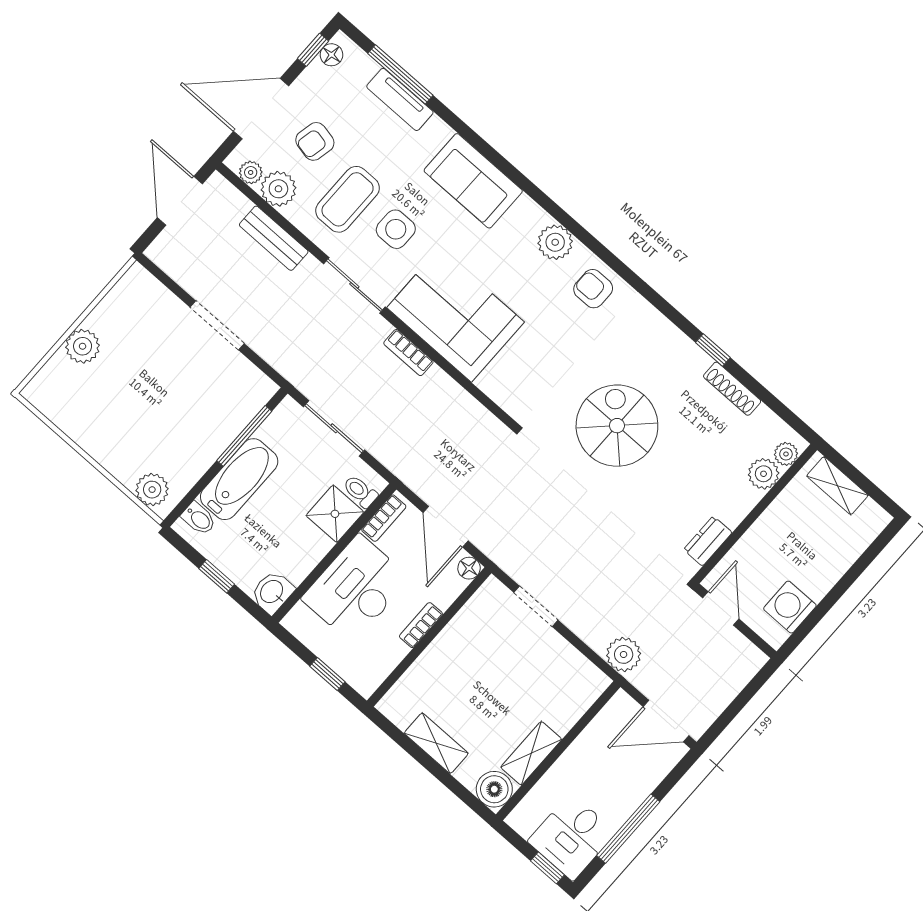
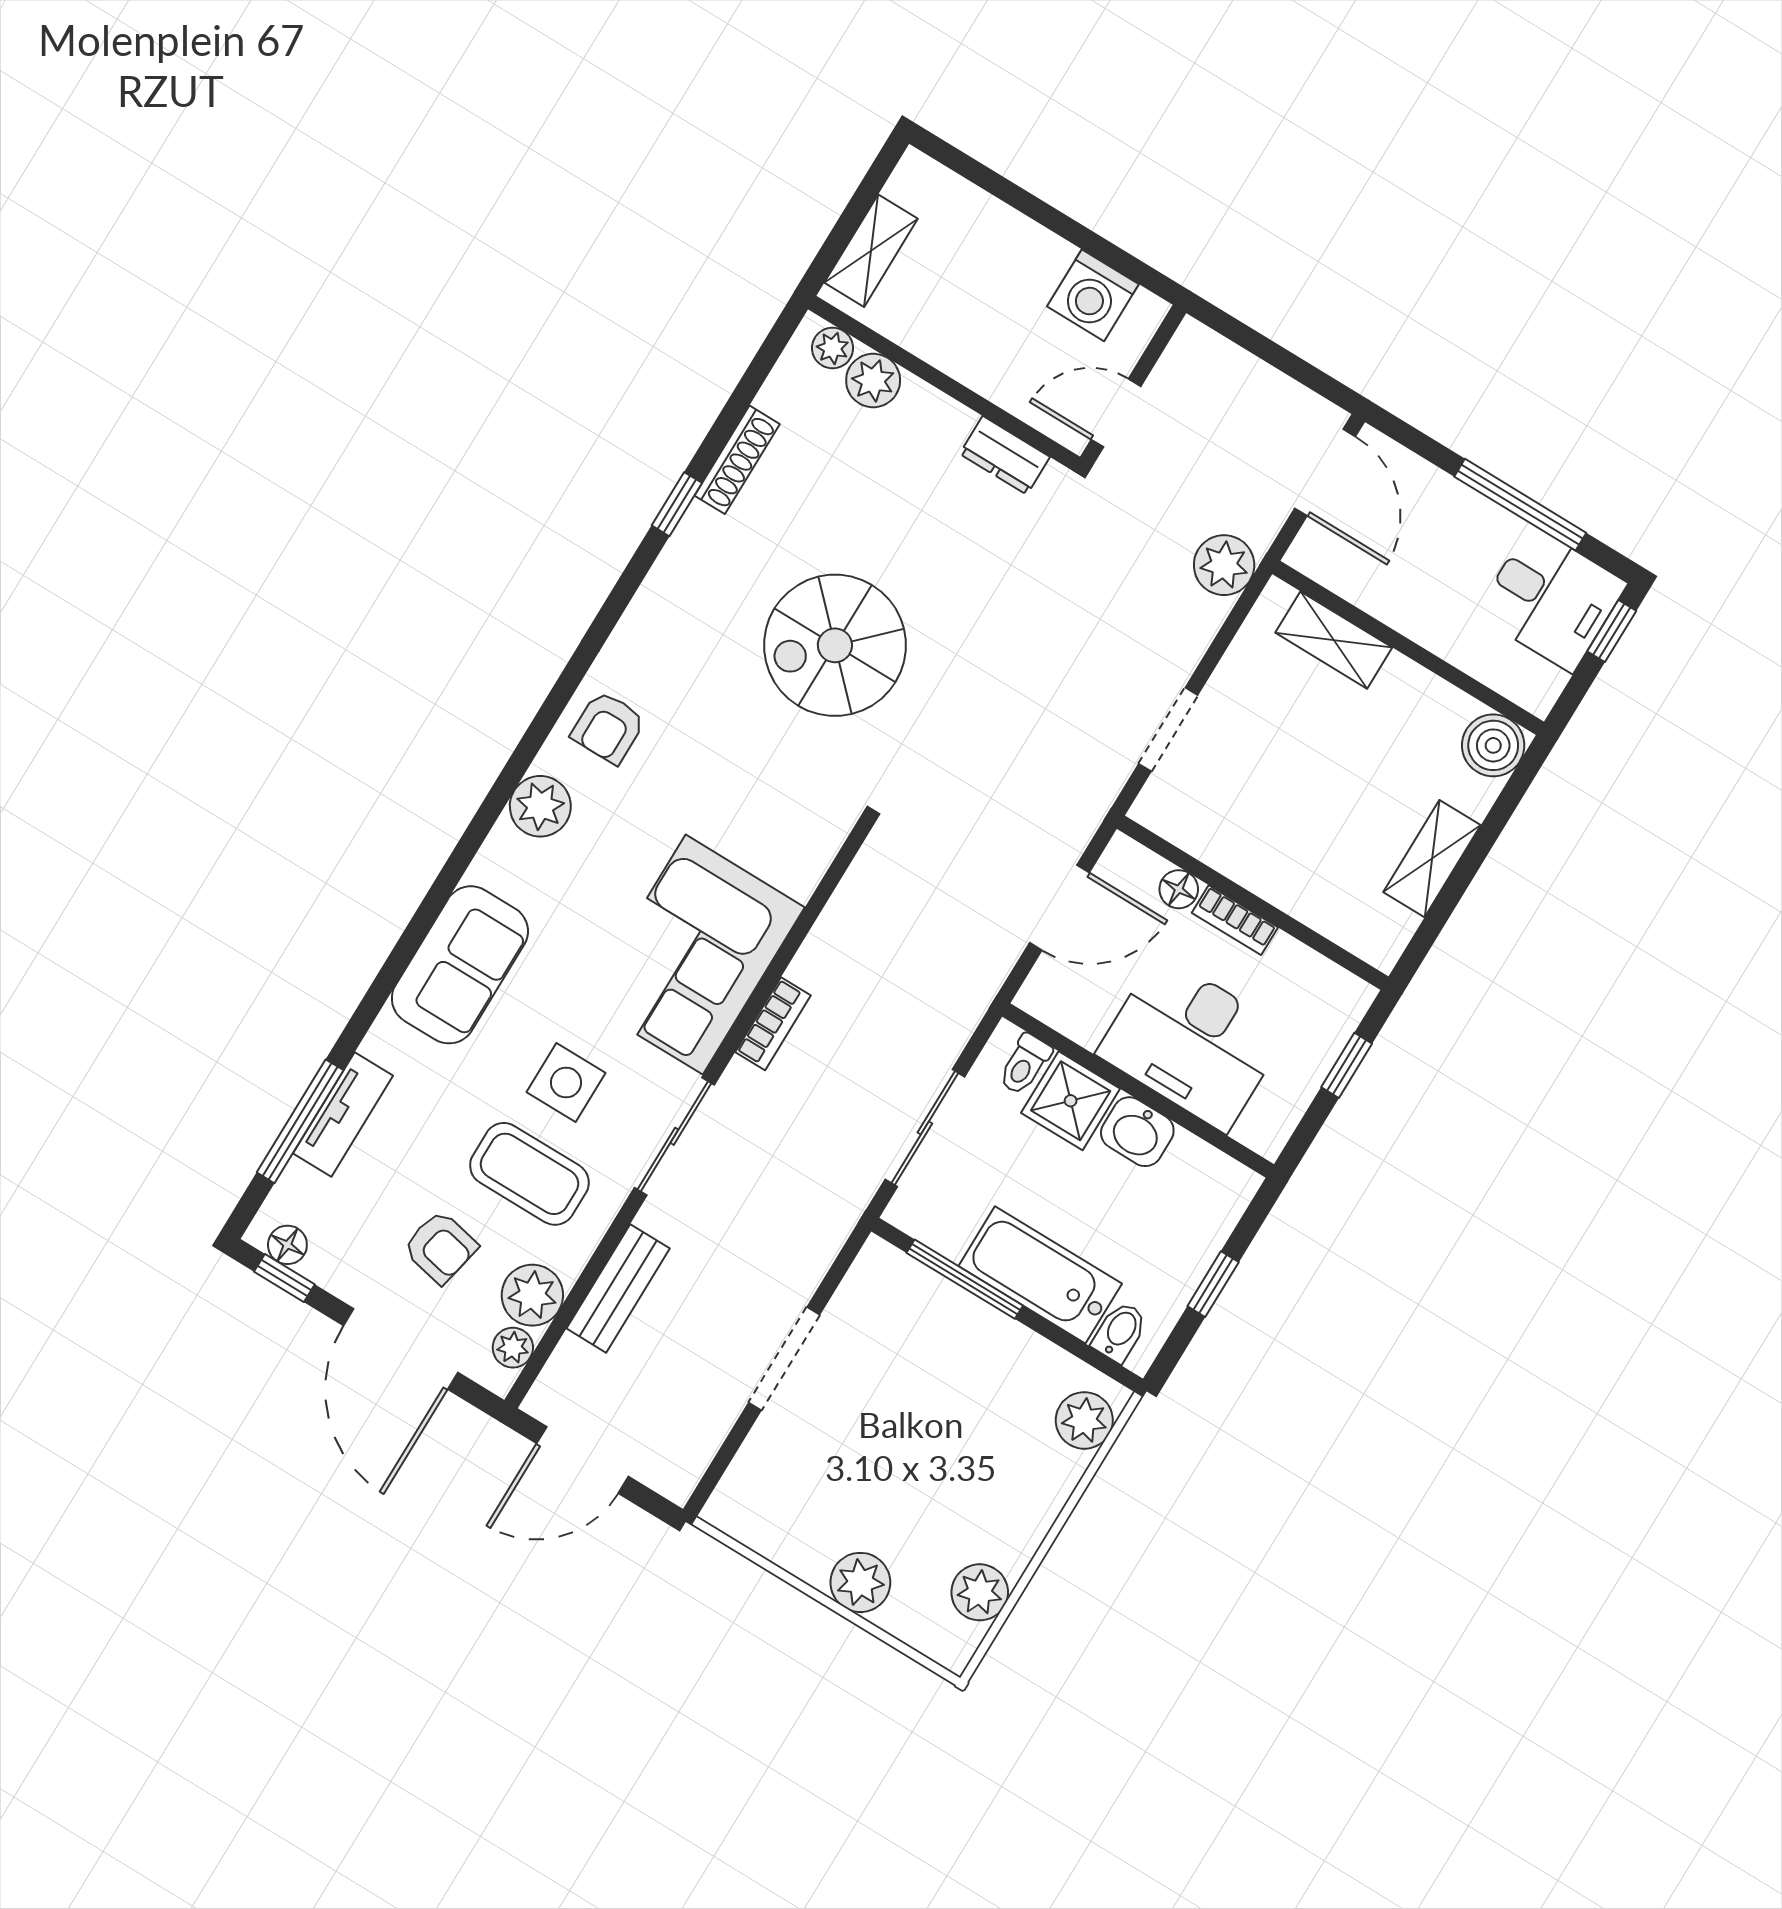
plant: (65, 413) -> (980, 1592), added
bookcase: (384, 518) -> (1063, 1016), removed
floor lamp: (469, 568) -> (1179, 889), moved
washbasin: (272, 592) -> (1137, 1132), moved
shelving: (531, 753) -> (1334, 640), moved

